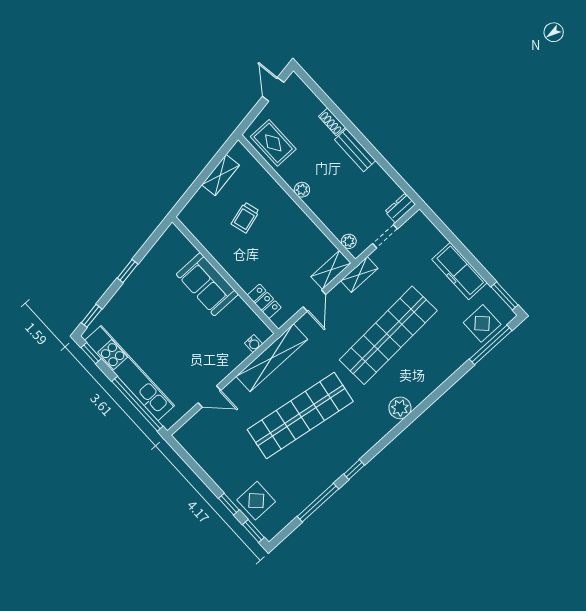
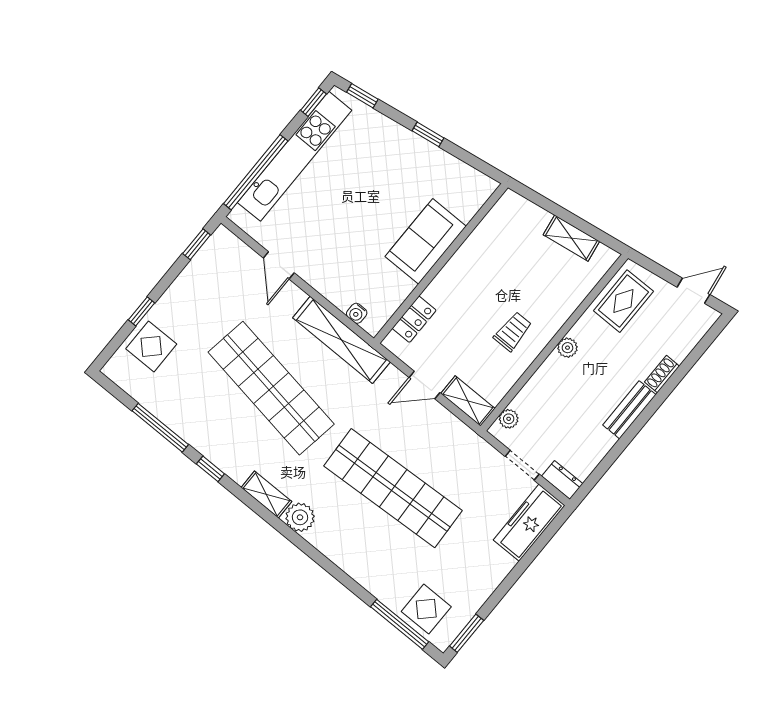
trolley: (245, 218) -> (513, 331), moved, turned 106
freezer: (460, 271) -> (529, 523), moved
shelving: (359, 274) -> (266, 494), moved
window: (253, 531) -> (197, 244), moved

